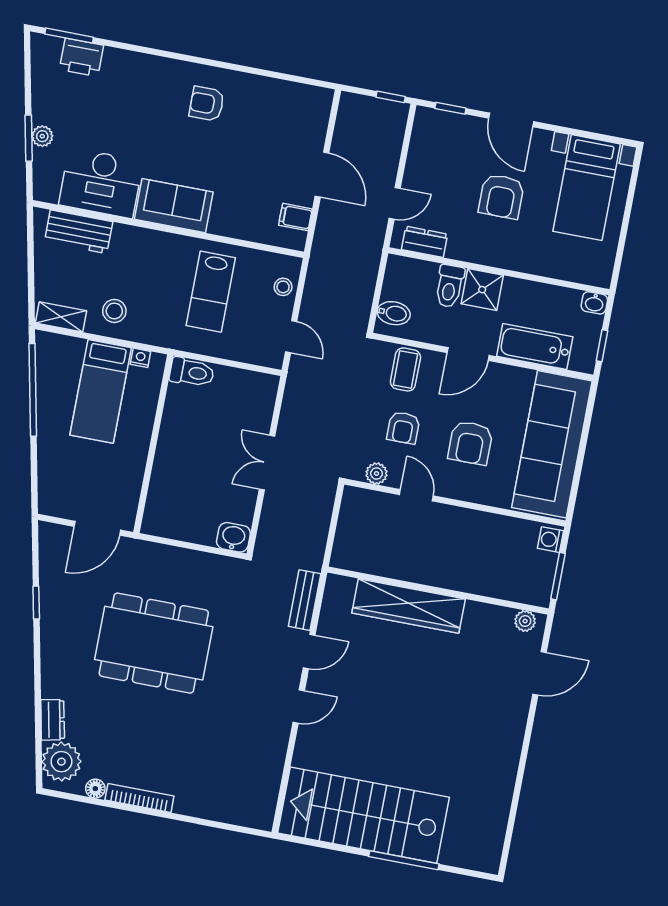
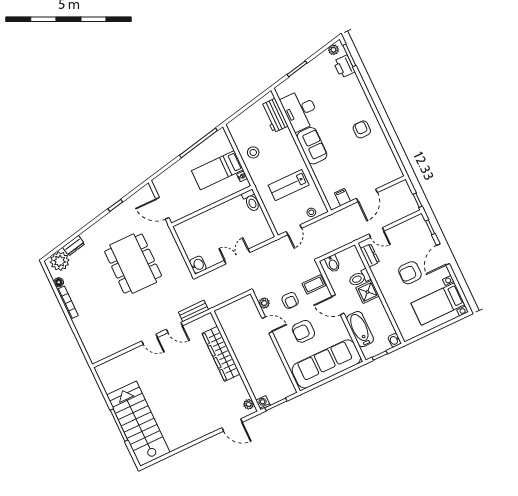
plant: (42, 136) -> (334, 50), moved
shelving: (61, 317) -> (236, 133), removed
armchair: (403, 428) -> (290, 300), turned -90
door: (416, 495) -> (267, 325), hinge flipped
washing machine: (551, 540) -> (263, 403), moved
stairs: (364, 815) -> (138, 424), moved

